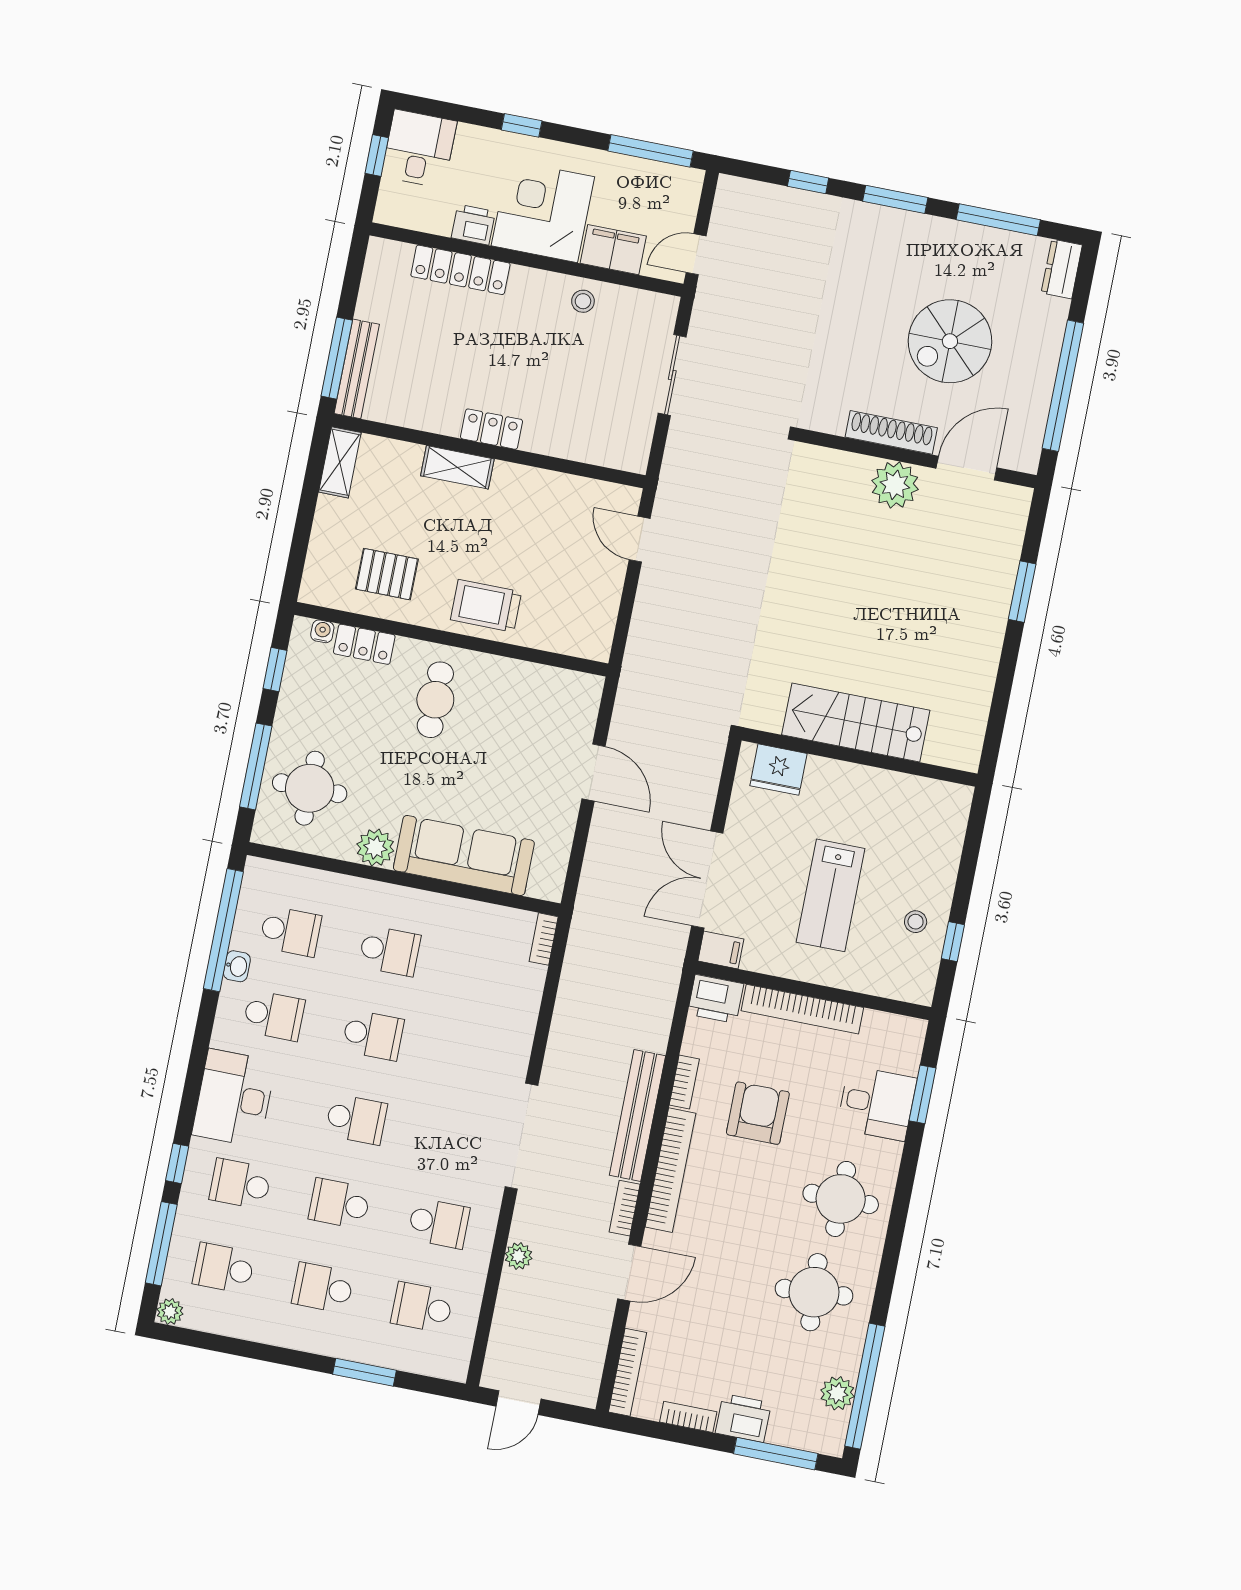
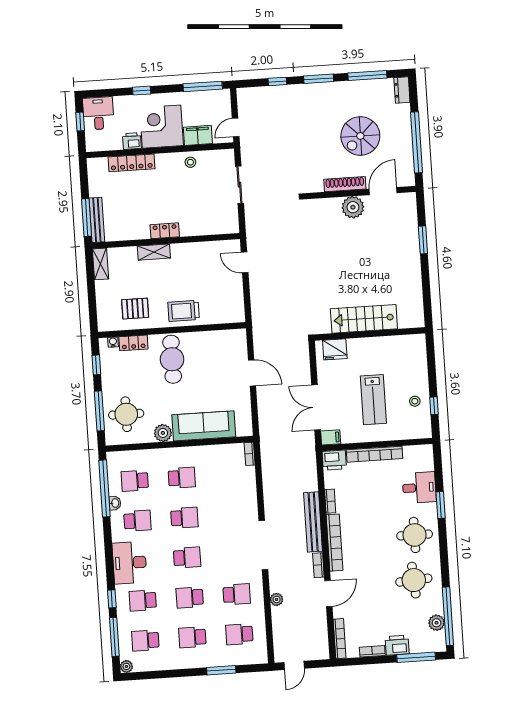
cafe table: (435, 700) -> (172, 359), width x1.37, depth x1.35
school desk: (290, 931) -> (135, 481), turned 180
window: (923, 1094) -> (441, 505), moved
armchair: (758, 1113) -> (367, 506), removed

